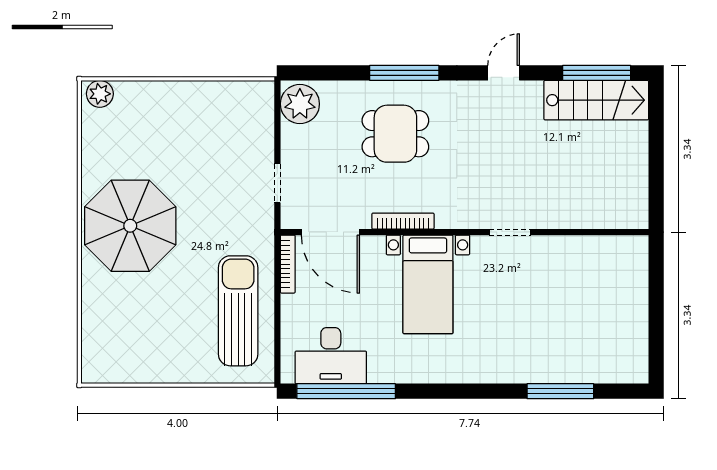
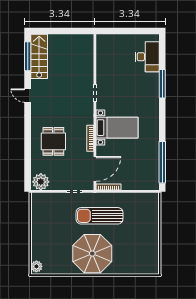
window: (404, 73) -> (28, 138), removed
sun lounger: (238, 311) -> (100, 216), moved
desk: (331, 356) -> (147, 57), moved
window: (560, 391) -> (162, 84), moved

